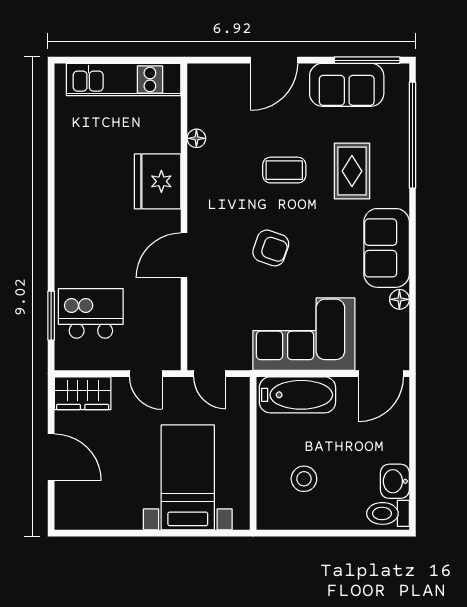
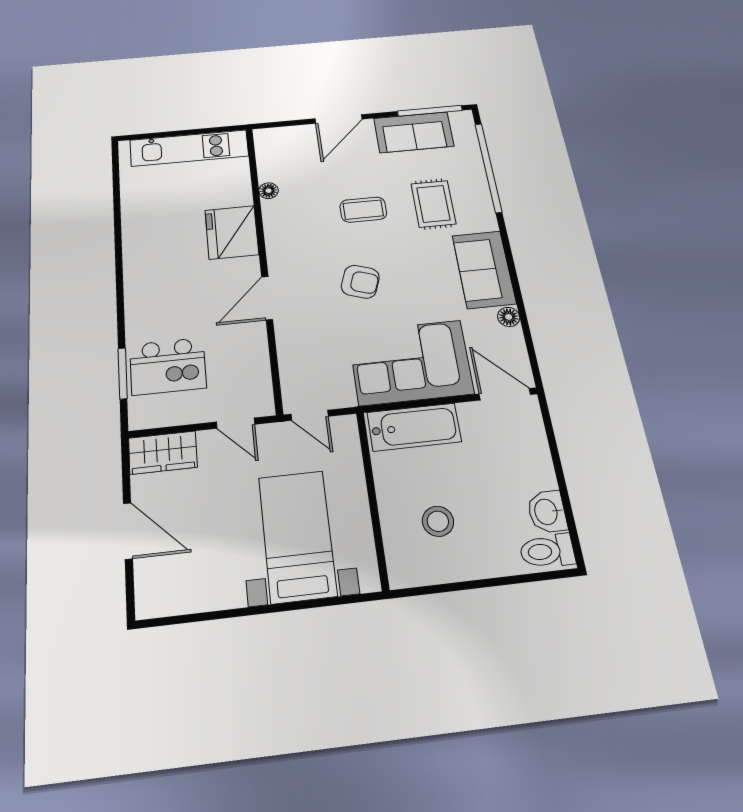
kitchen island: (91, 313) -> (168, 366), turned 180
door: (381, 374) -> (505, 394), swing flipped

